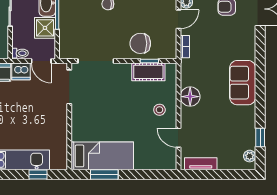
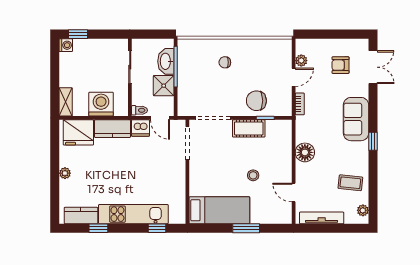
cot: (148, 72) -> (249, 128), moved
sofa: (243, 83) -> (356, 119), moved
stool: (159, 110) -> (253, 175), moved
coffee table: (237, 128) -> (350, 183), added
window: (260, 138) -> (373, 141), moved
tv unit: (201, 164) -> (322, 218), width x1.41
window: (104, 174) -> (246, 228), moved

